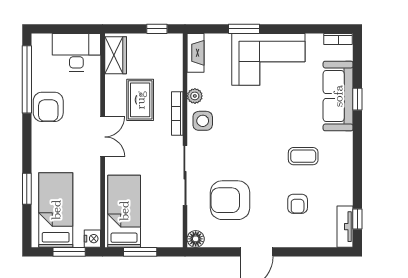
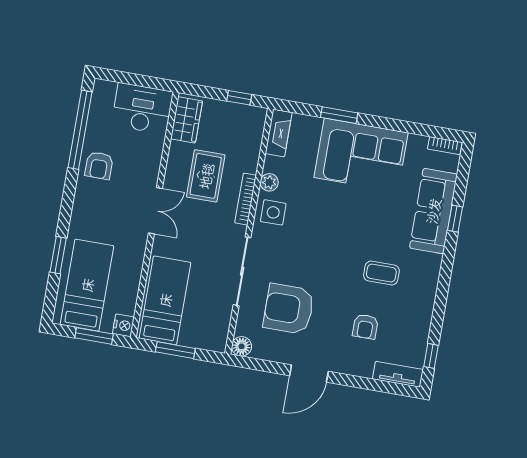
armchair: (48, 107) -> (99, 166), width x0.72, depth x0.72
tv unit: (345, 227) -> (398, 374), moved, turned 90

